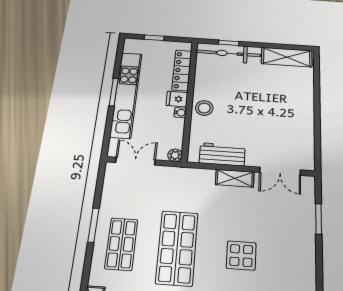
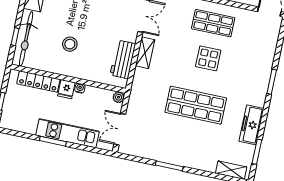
kitchen unit: (126, 95) -> (67, 133), width x0.73
stool: (204, 108) -> (70, 44), moved
shop shelf: (121, 244) -> (213, 23), moved

